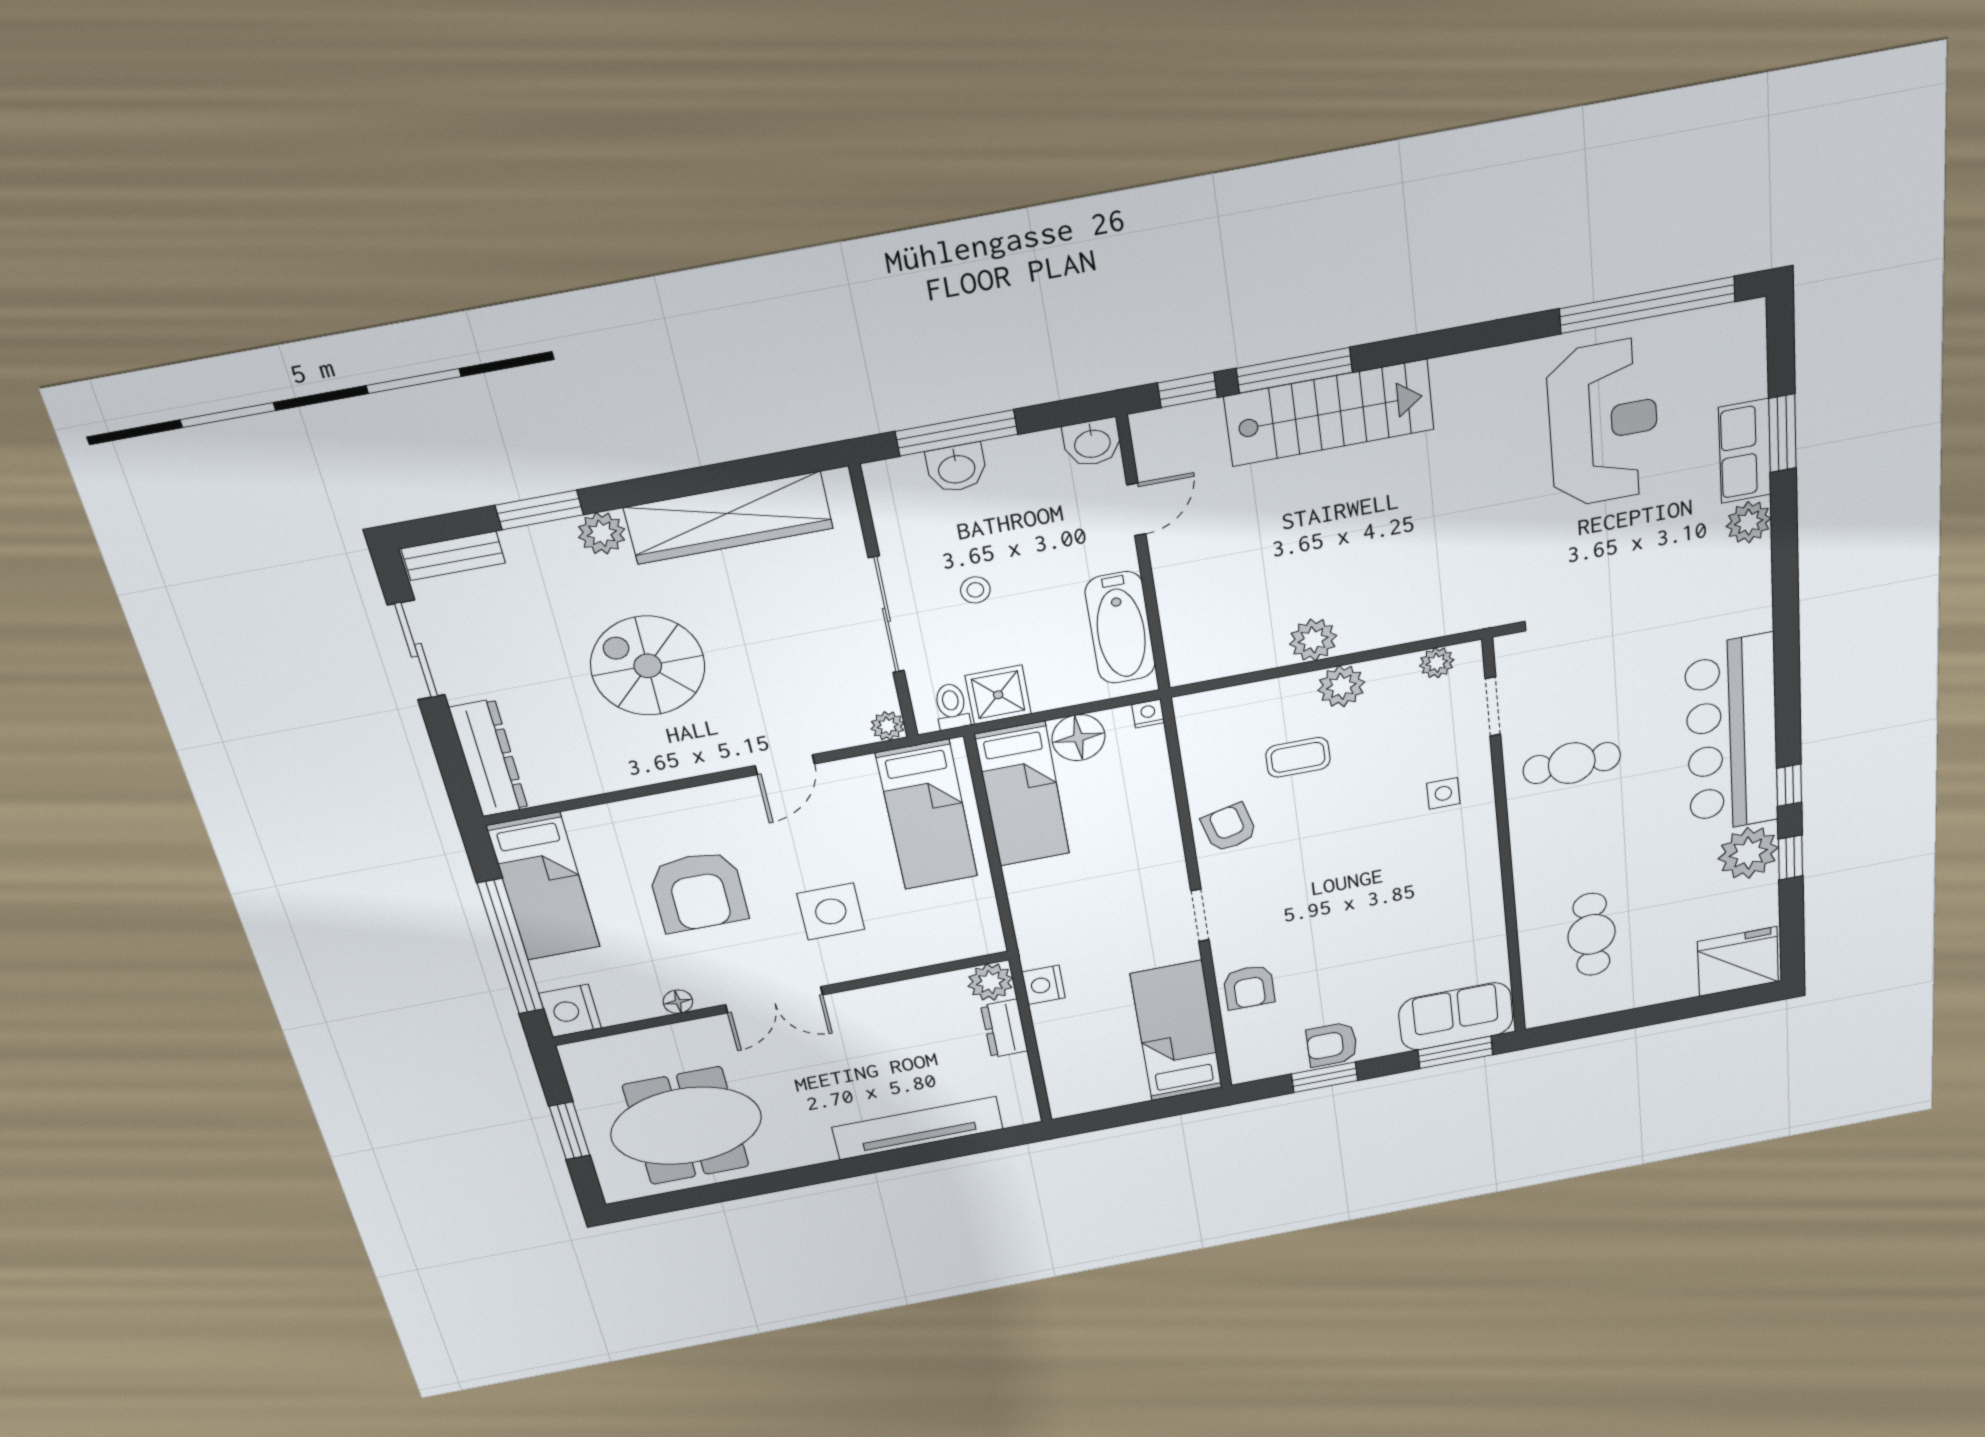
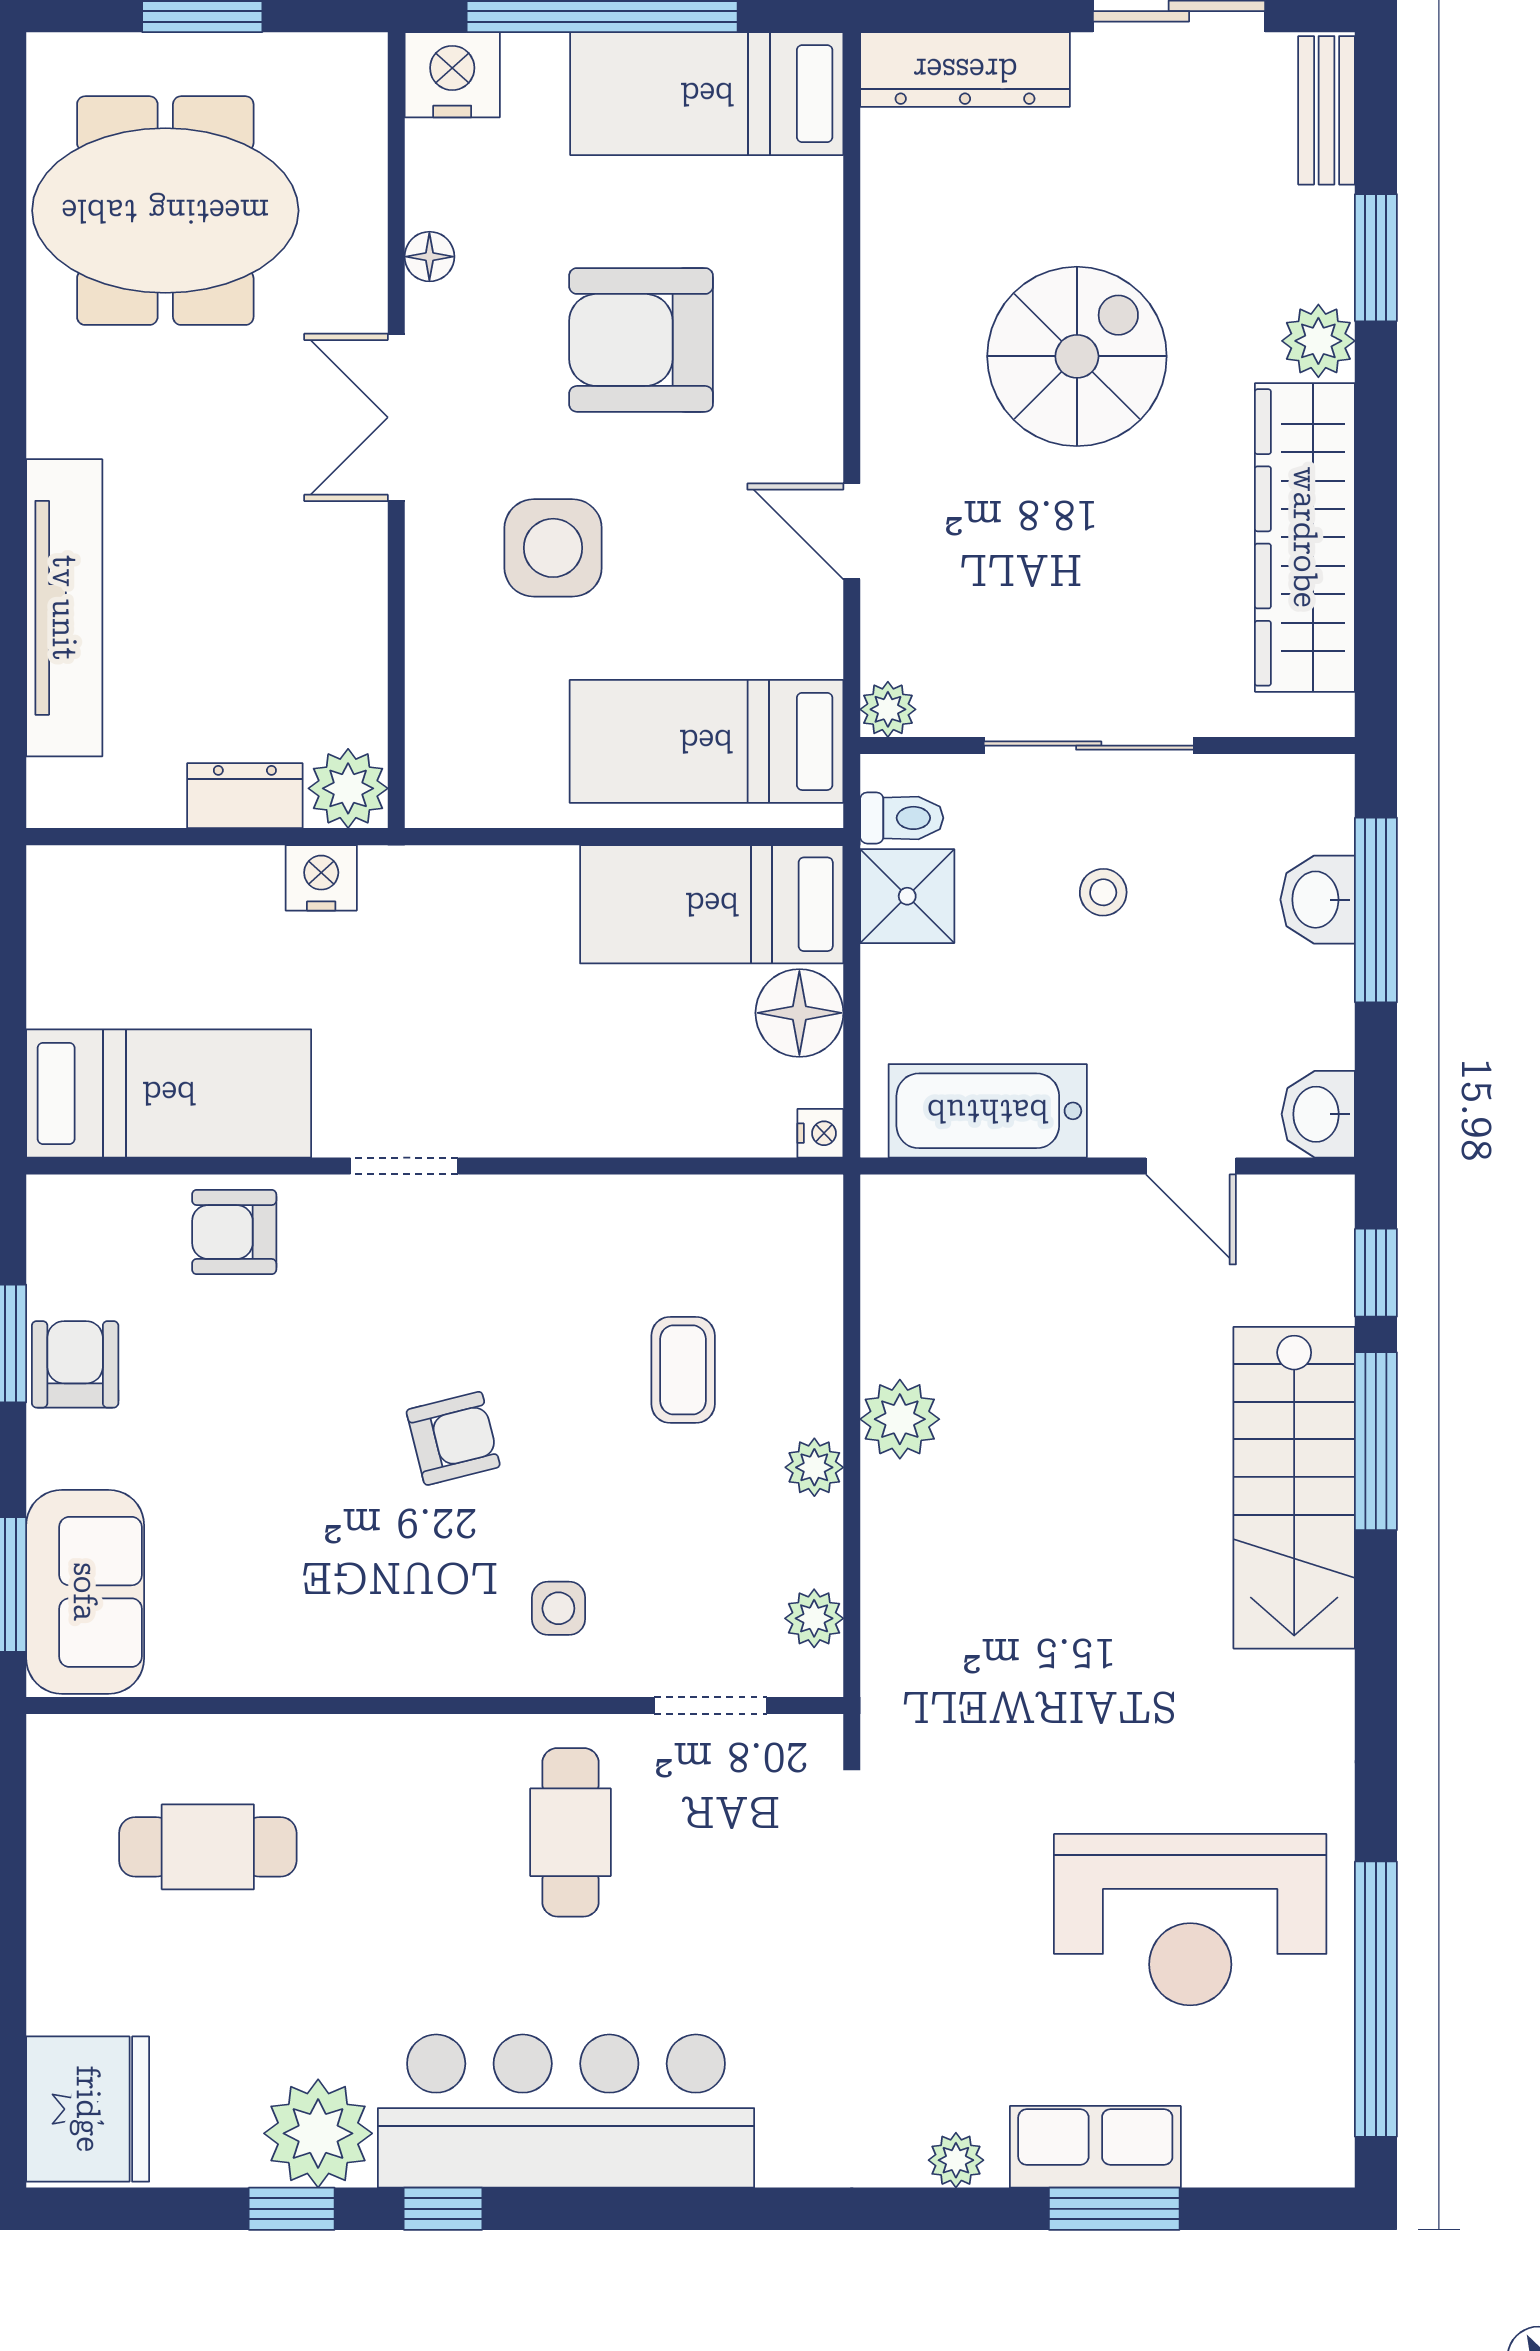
plant: (1749, 522) -> (956, 2160), width x0.73, depth x0.73
plant: (1341, 686) -> (814, 1467), width x0.73, depth x0.73
armchair: (1229, 828) -> (453, 1438), moved
meeting table: (686, 1126) -> (165, 211), turned 90

